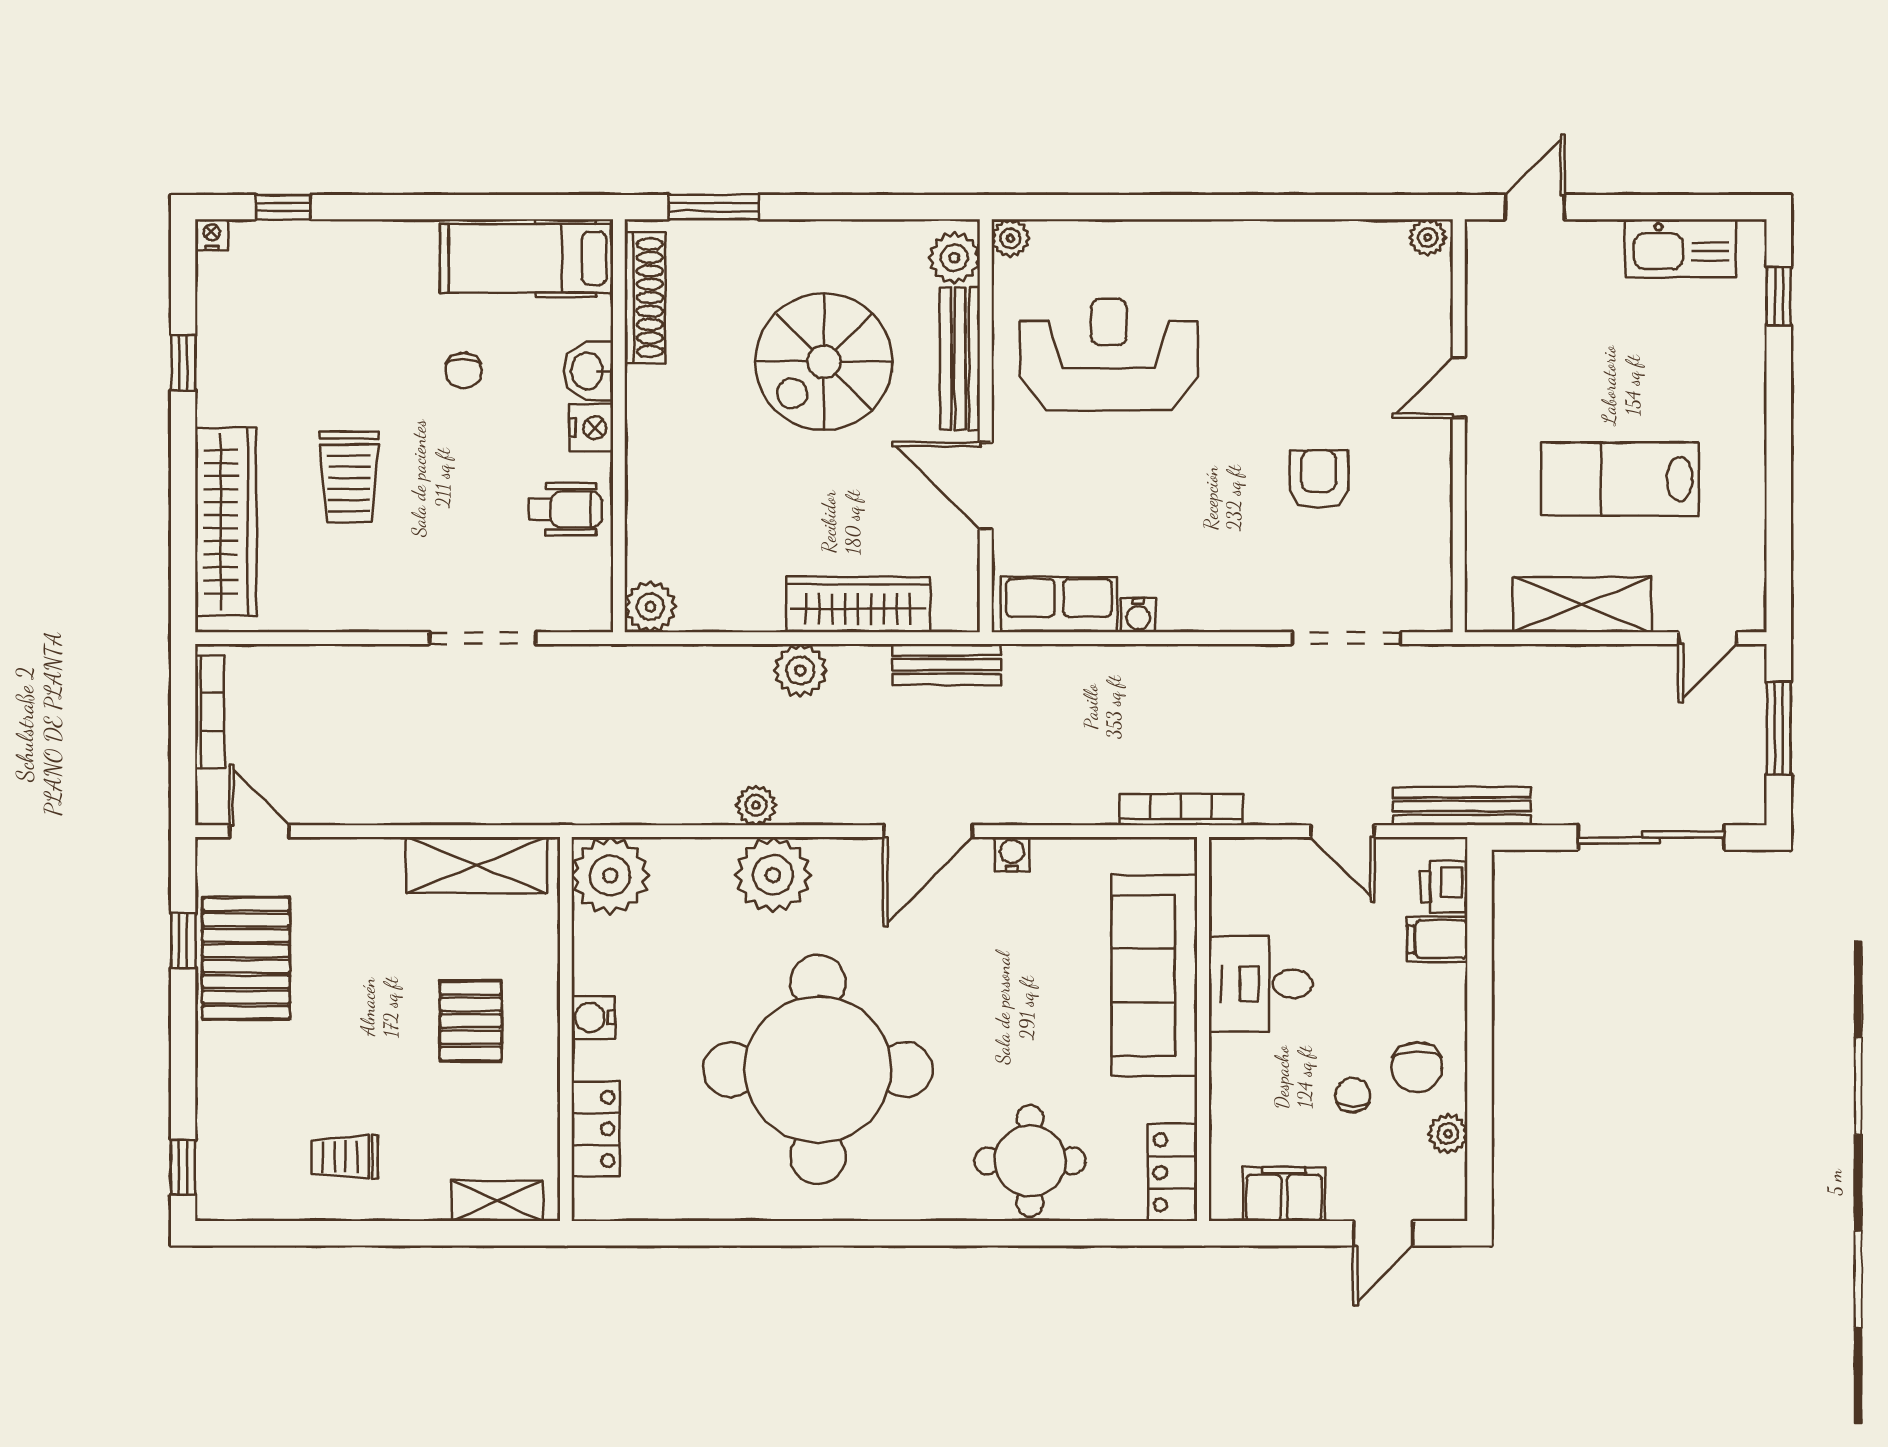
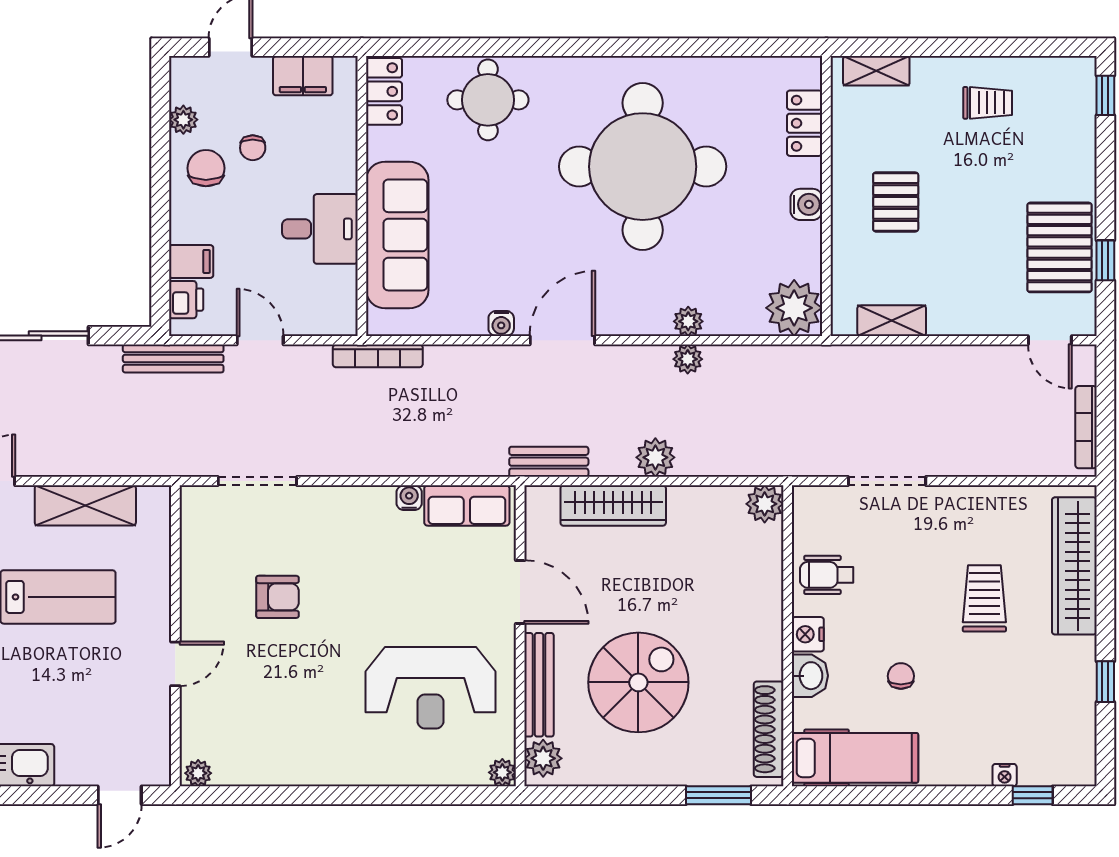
nightstand: (212, 235) -> (1005, 775), moved
armchair: (1319, 479) -> (277, 597), turned -90
shelving: (476, 865) -> (892, 321), width x0.67, depth x0.75
plant: (773, 875) -> (688, 321), width x0.53, depth x0.53

